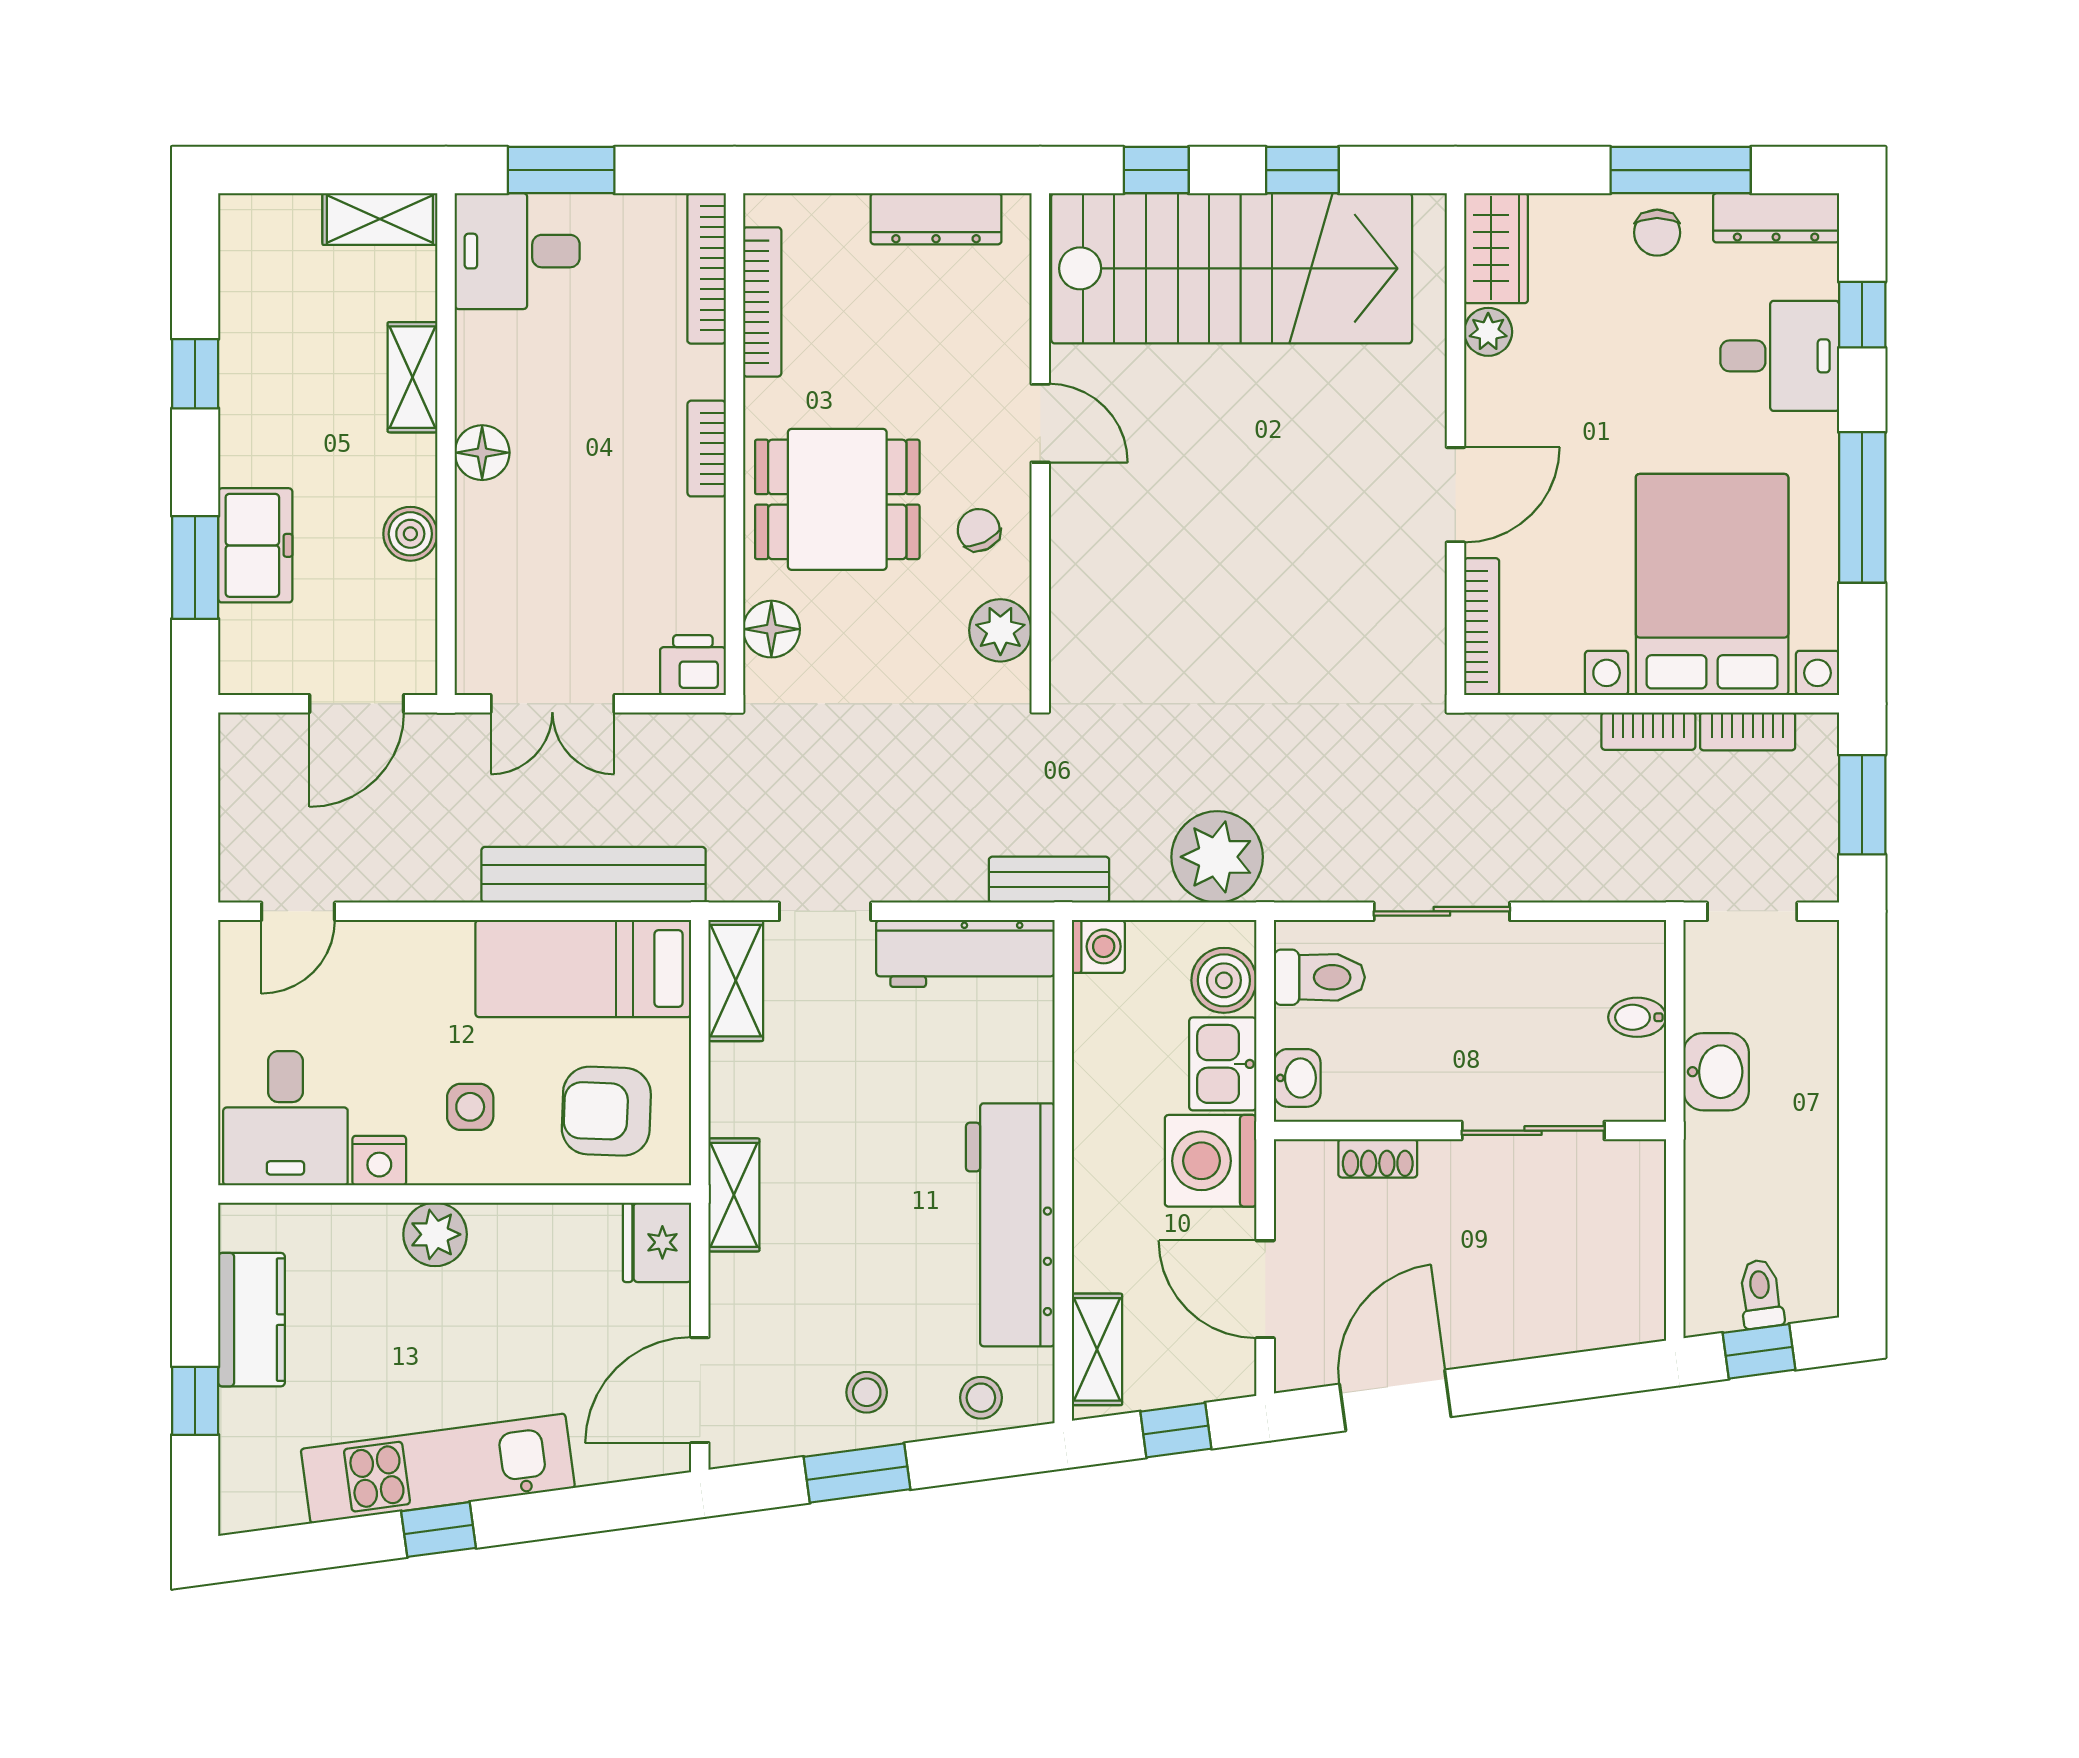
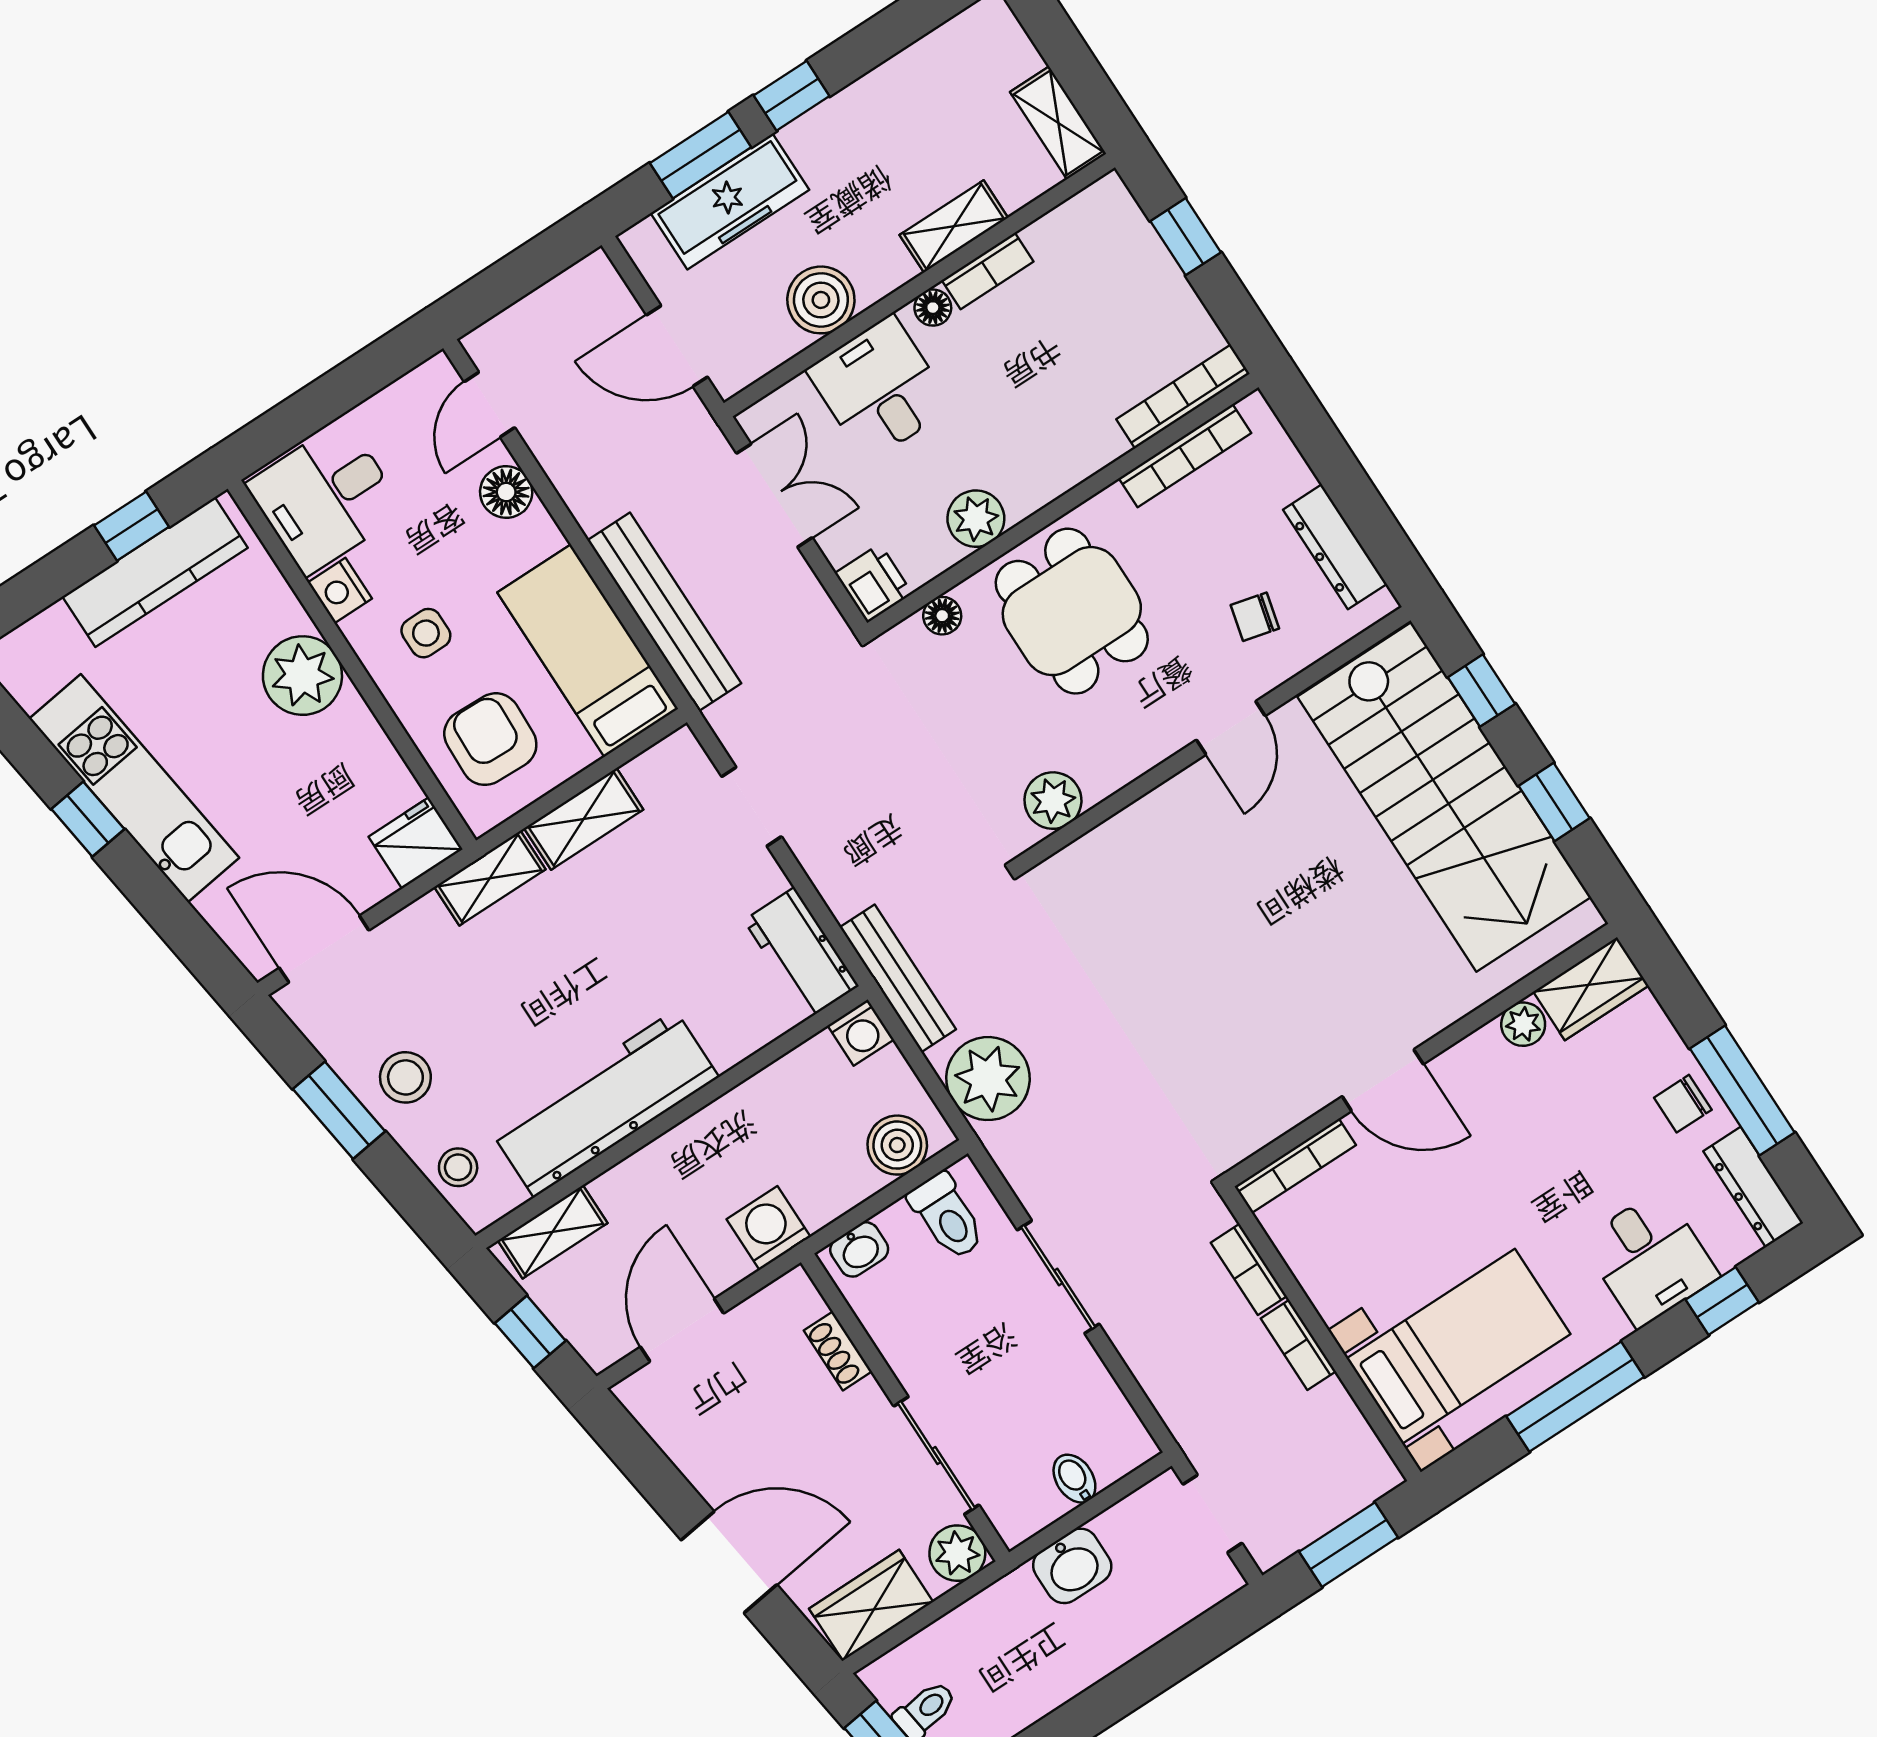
window: (561, 170) -> (1186, 237), width x0.67
desk: (517, 251) -> (880, 388), moved
window: (195, 374) -> (792, 96), moved
bookcase: (707, 449) -> (988, 271), moved, turned 180
floor lamp: (482, 453) -> (933, 308), width x0.73, depth x0.73
chair: (979, 530) -> (1255, 617), moved, turned -140
plant: (695, 532) -> (976, 519), added
boiler: (410, 534) -> (821, 300), width x1.36, depth x1.36
freezer: (255, 545) -> (730, 201), width x1.40
bed with nightstands: (1712, 585) -> (1459, 1346), width x0.73
floor lamp: (771, 629) -> (942, 616), width x0.73, depth x0.73
double door: (552, 704) -> (774, 495), swing flipped
bookcase: (1748, 731) -> (1249, 1269), moved
bench: (1049, 880) -> (898, 978), width x1.36
door: (298, 911) -> (490, 405), hinge flipped
floor lamp: (388, 948) -> (506, 492), added
workbench: (965, 953) -> (801, 953), width x0.73
shelving: (736, 981) -> (584, 819), moved
kitchen sink: (1223, 1064) -> (833, 1186), removed
washing machine: (1211, 1161) -> (769, 1228), width x0.73, depth x0.73
plant: (1635, 1170) -> (957, 1553), added
plant: (435, 1234) -> (302, 676), width x1.36, depth x1.36
wardrobe: (1632, 1280) -> (871, 1605), added
kitchen counter: (251, 1320) -> (155, 572), width x1.50
stool: (867, 1392) -> (405, 1077), width x1.37, depth x1.37
door: (1395, 1400) -> (729, 1562), moved
window: (195, 1401) -> (132, 526), moved

